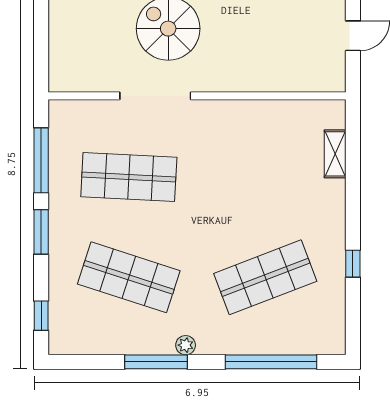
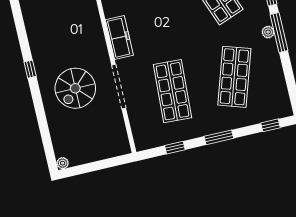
freezer: (230, 115) -> (119, 38), added
window: (41, 160) -> (175, 148), width x0.46
window: (156, 362) -> (279, 33), moved

